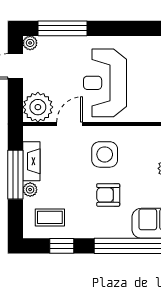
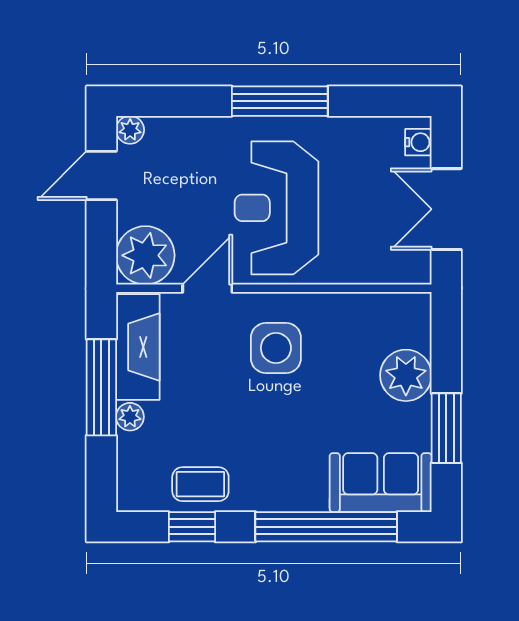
window: (63, 28) -> (280, 101), moved
fireplace: (31, 161) -> (138, 347), width x1.37, depth x1.32
armchair: (108, 195) -> (283, 427), removed
coffee table: (50, 217) -> (200, 484), moved

